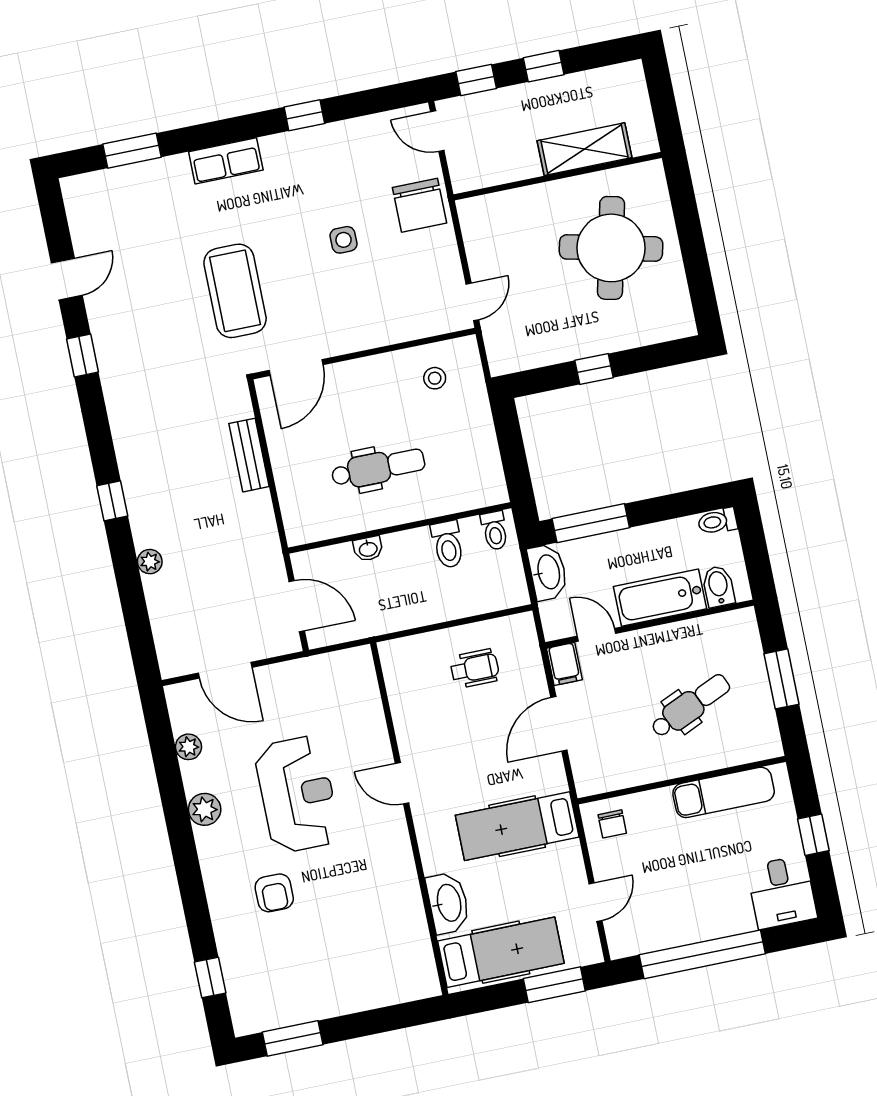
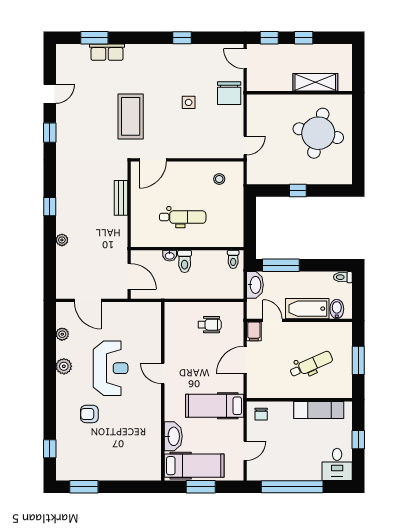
row of seats: (226, 161) -> (107, 52), moved
toilet: (448, 544) -> (185, 261), moved
armchair: (274, 893) -> (89, 414), turned 90
window: (554, 985) -> (201, 487), moved

